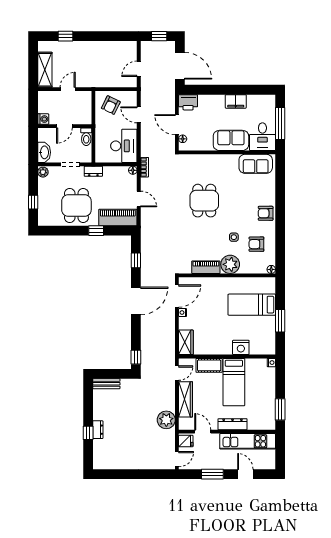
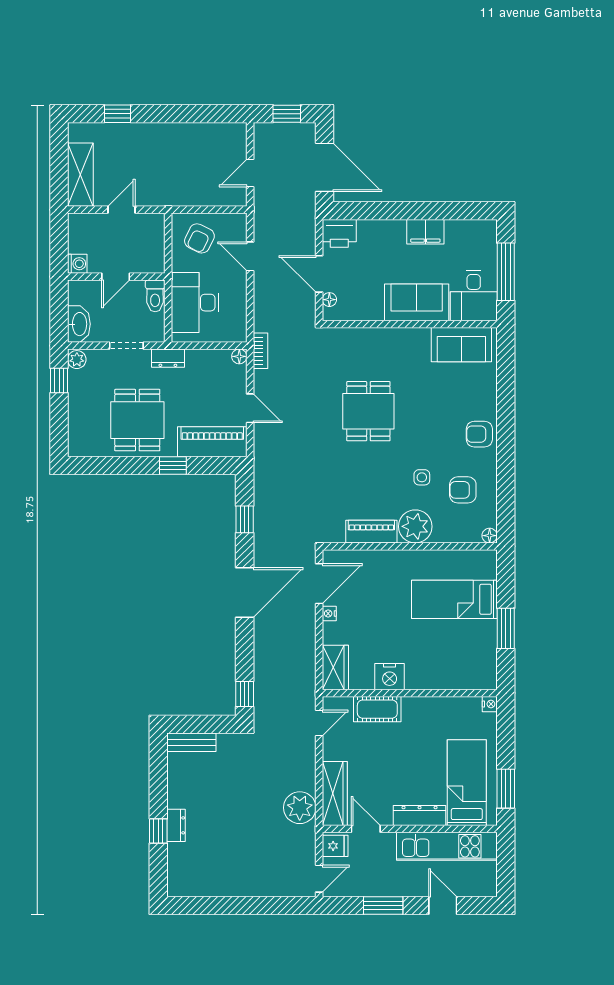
desk: (124, 146) -> (195, 303), moved, turned 180
window: (33, 202) -> (59, 381), moved
nightstand: (241, 347) -> (390, 677), moved
bed: (234, 382) -> (467, 783), moved, turned 180
wardrobe: (186, 399) -> (335, 794), moved

